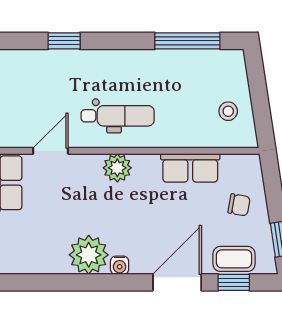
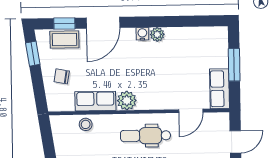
stool: (228, 111) -> (86, 124), moved
plant: (117, 168) -> (127, 101), moved
plant: (89, 255) -> (157, 34), width x0.53, depth x0.53

